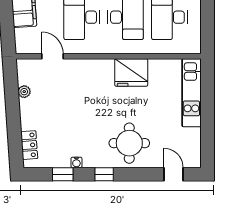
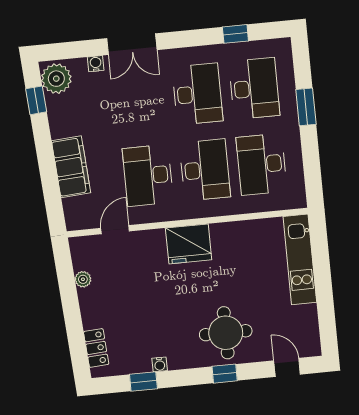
door: (52, 56) -> (115, 230), hinge flipped
fridge: (131, 72) -> (189, 244), moved
window: (104, 174) -> (225, 374), moved

